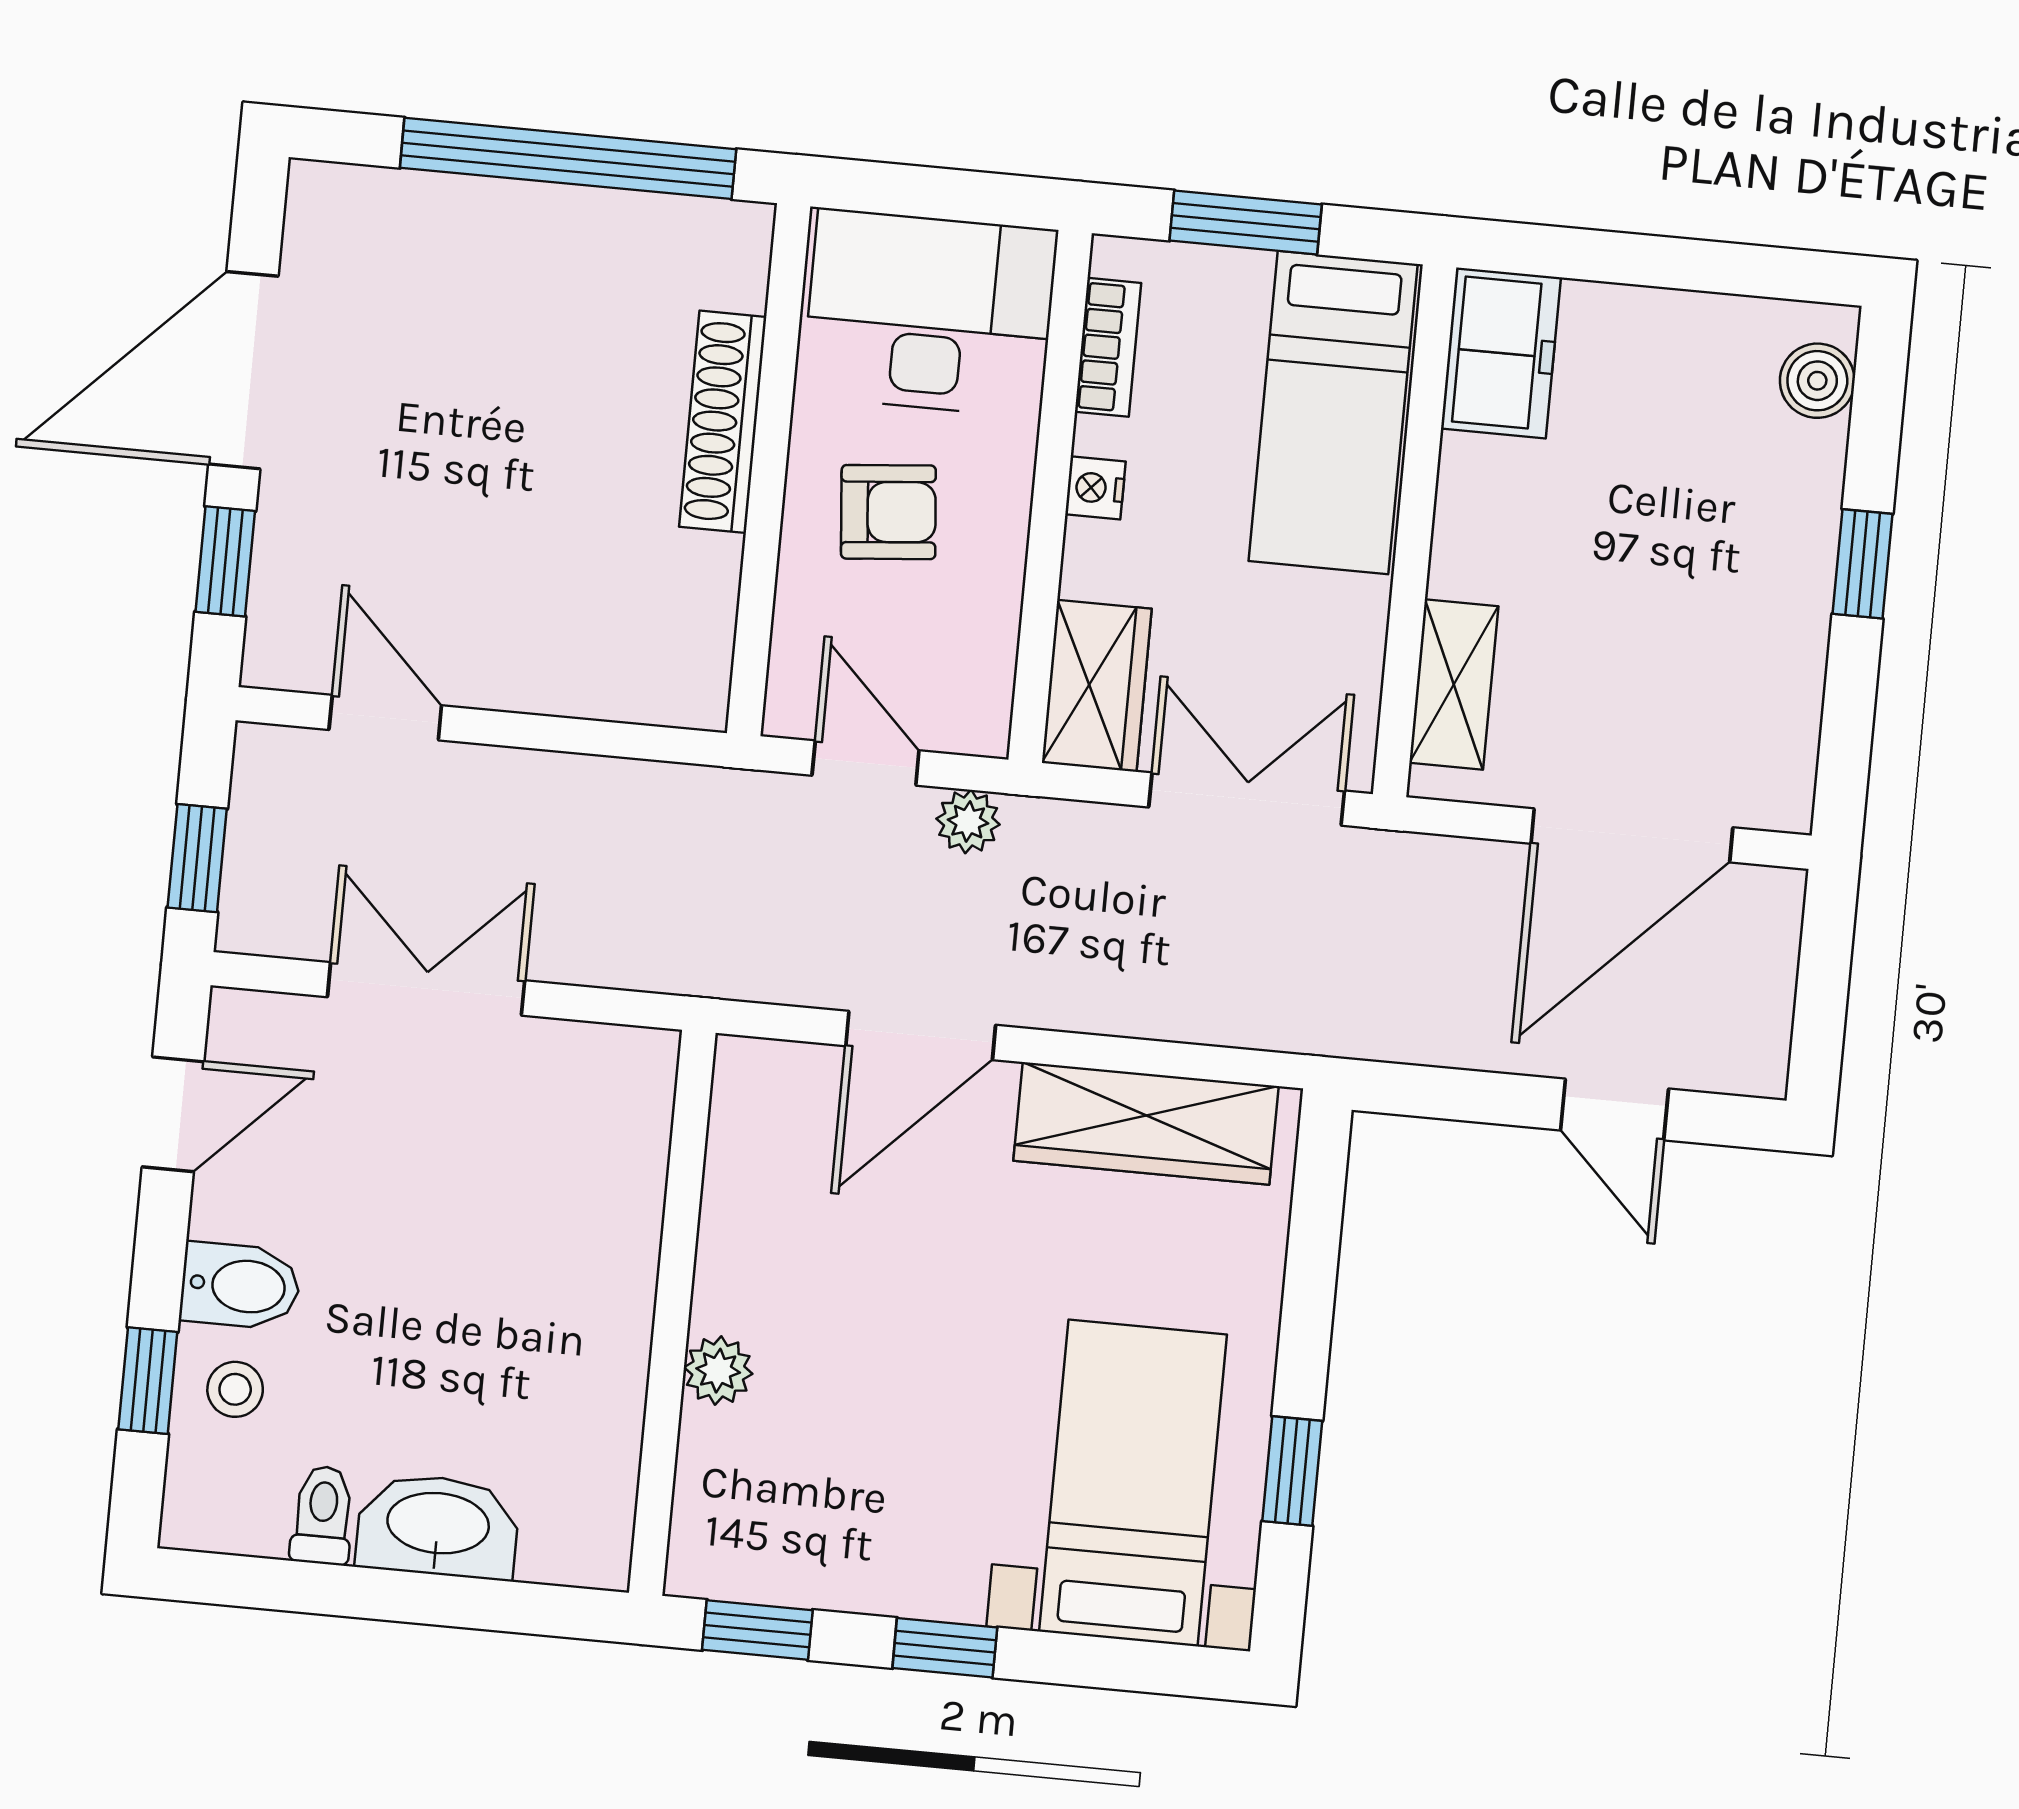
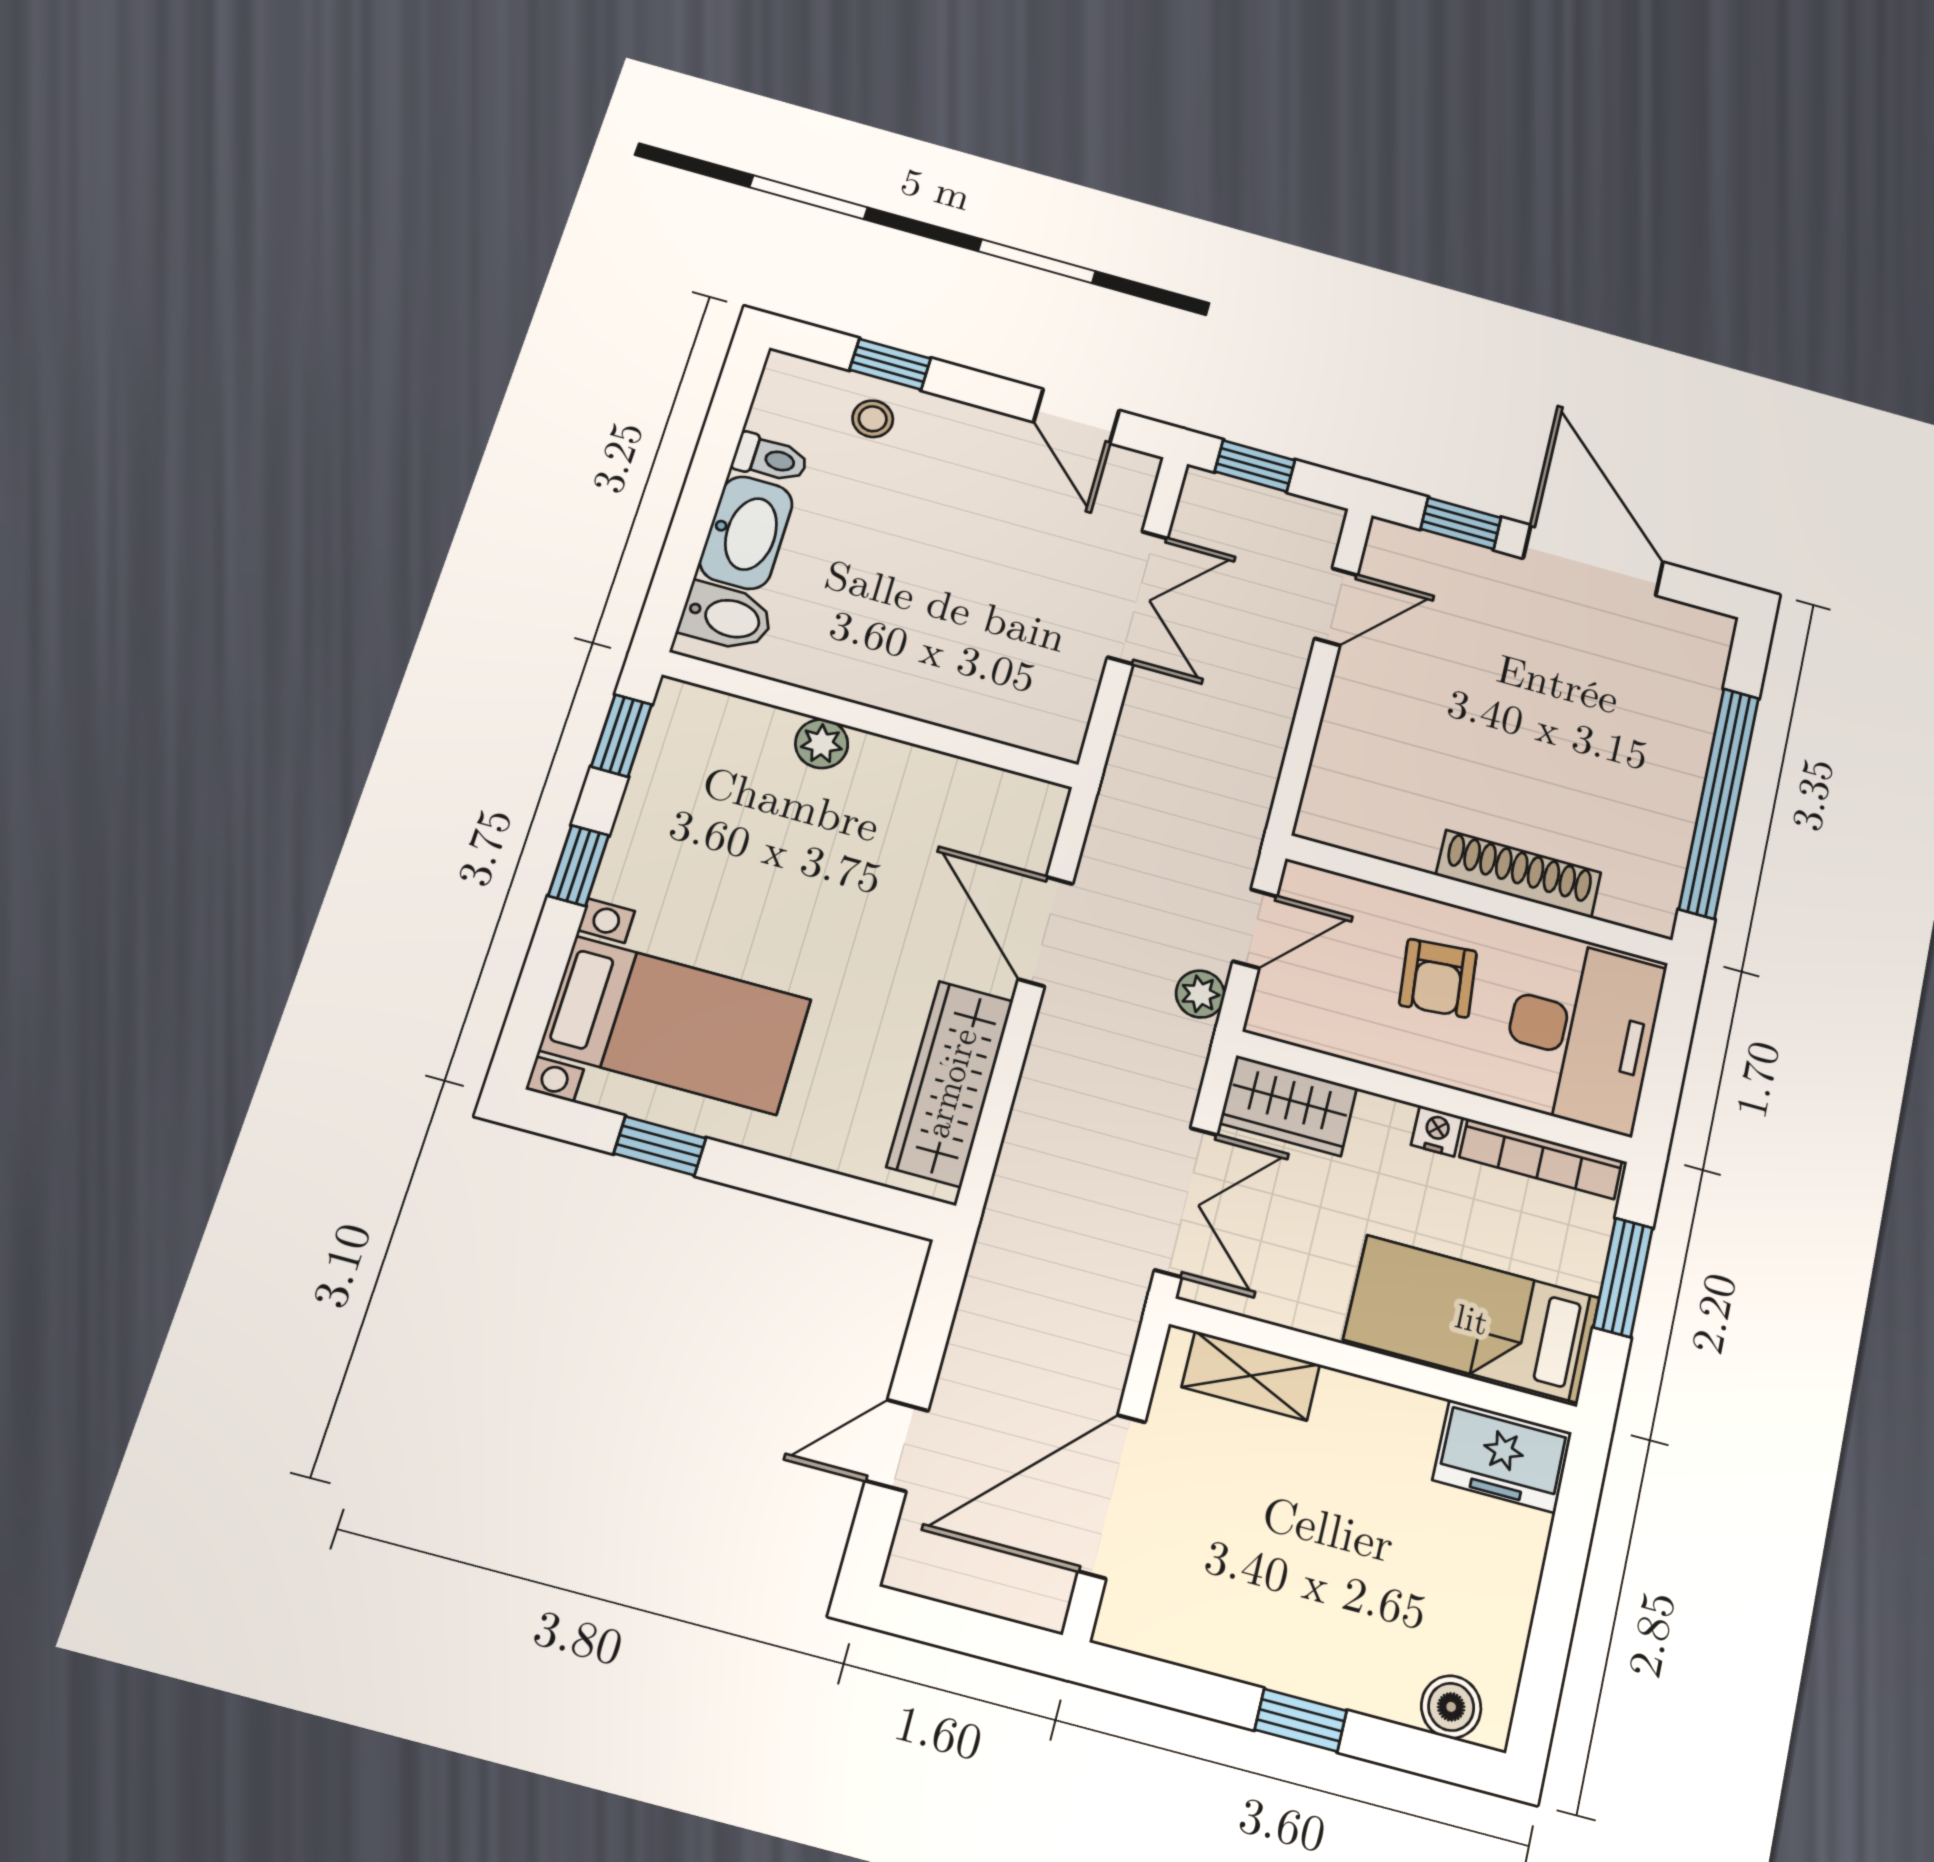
bookcase: (1108, 347) -> (1541, 1159), width x1.56
door: (1632, 835) -> (1112, 1496), hinge flipped
bidet: (240, 1286) -> (726, 617), moved, turned -90

